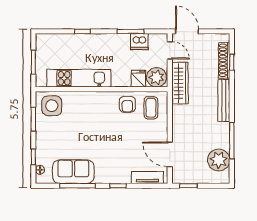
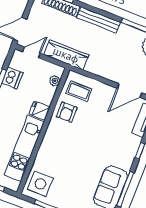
plant: (157, 77) -> (55, 81), width x0.53, depth x0.53
fridge: (138, 79) -> (40, 111), moved
armchair: (127, 104) -> (67, 112), turned 90

